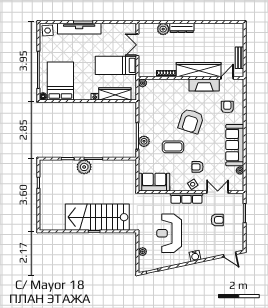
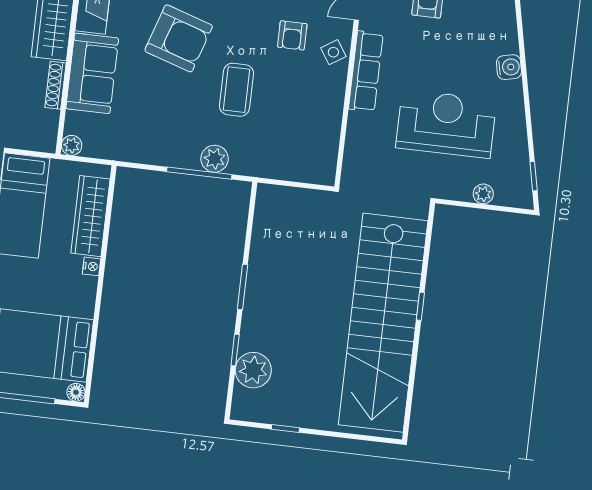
plant: (84, 167) -> (253, 370), moved
sofa: (154, 182) -> (92, 73), moved, turned 180
stairs: (97, 217) -> (383, 323), width x1.36
reception desk: (169, 233) -> (446, 124), turned 180

